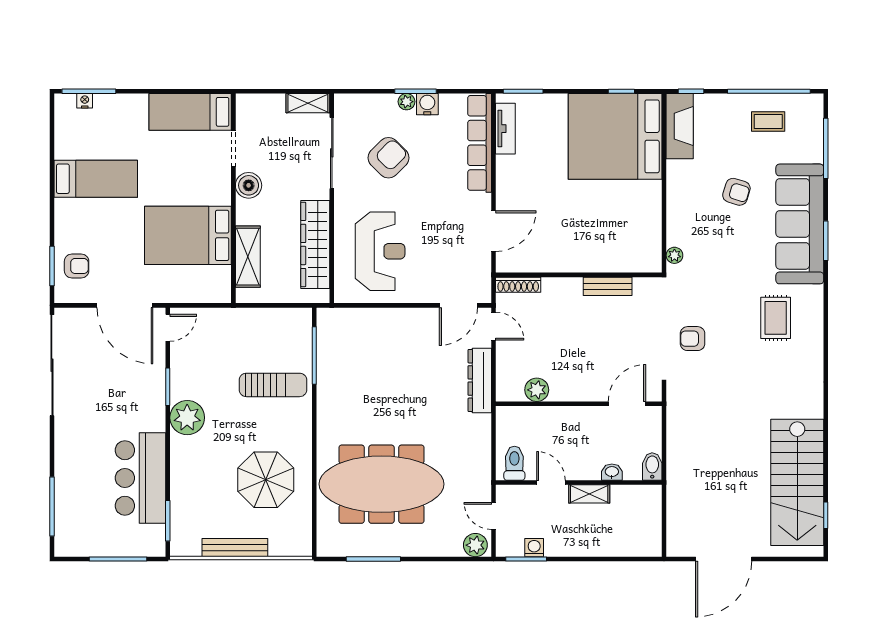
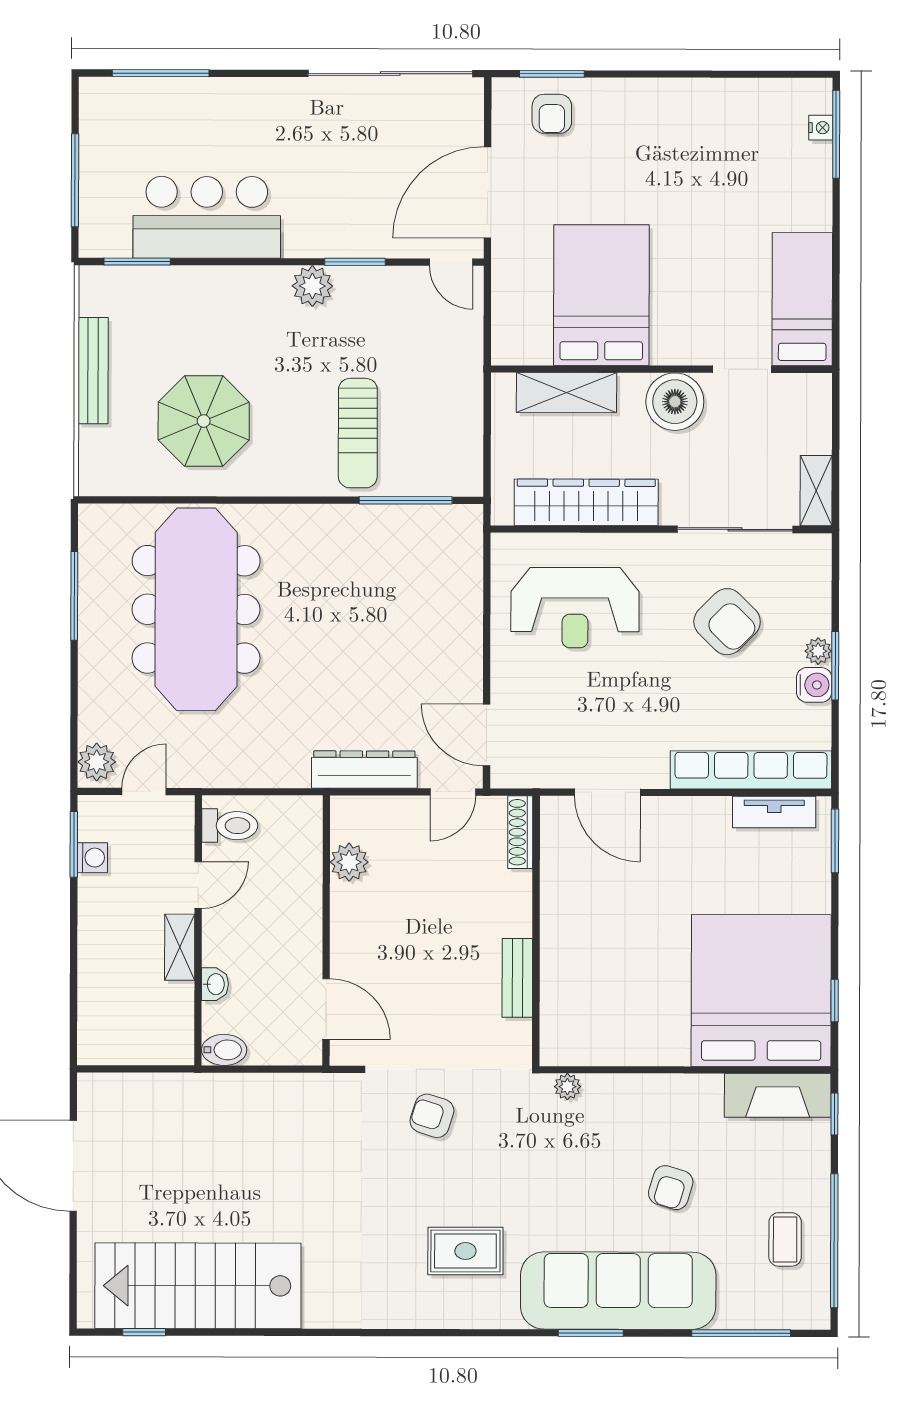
bed: (96, 179) -> (694, 145), removed
boiler: (249, 185) -> (675, 402), width x1.37, depth x1.37
armchair: (693, 339) -> (432, 1116), turned -72
plant: (187, 418) -> (312, 286), width x0.73, depth x0.73

